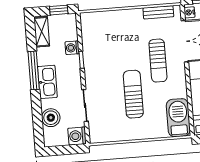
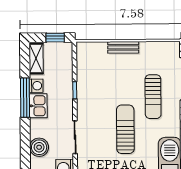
bench: (158, 12) -> (123, 47), moved
washing machine: (72, 48) -> (36, 86), moved, turned 180
kitchen sink: (47, 82) -> (38, 106), width x0.73

